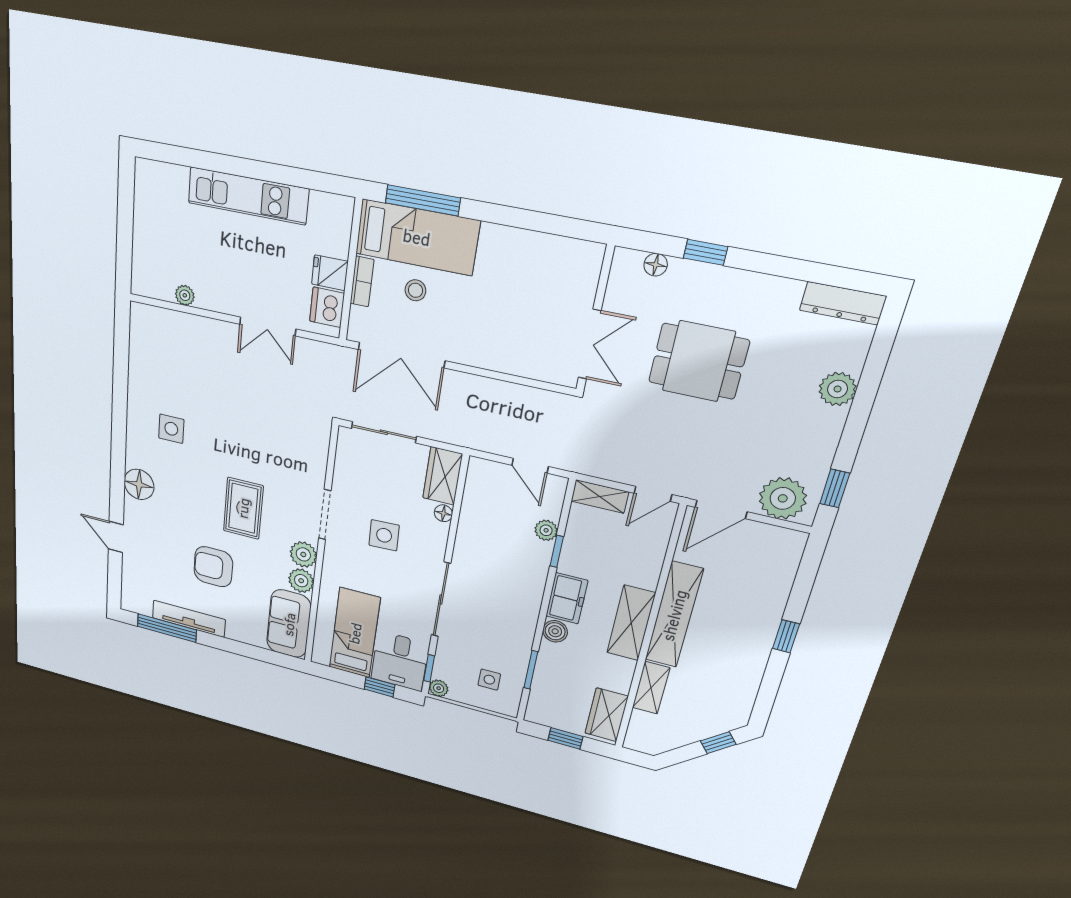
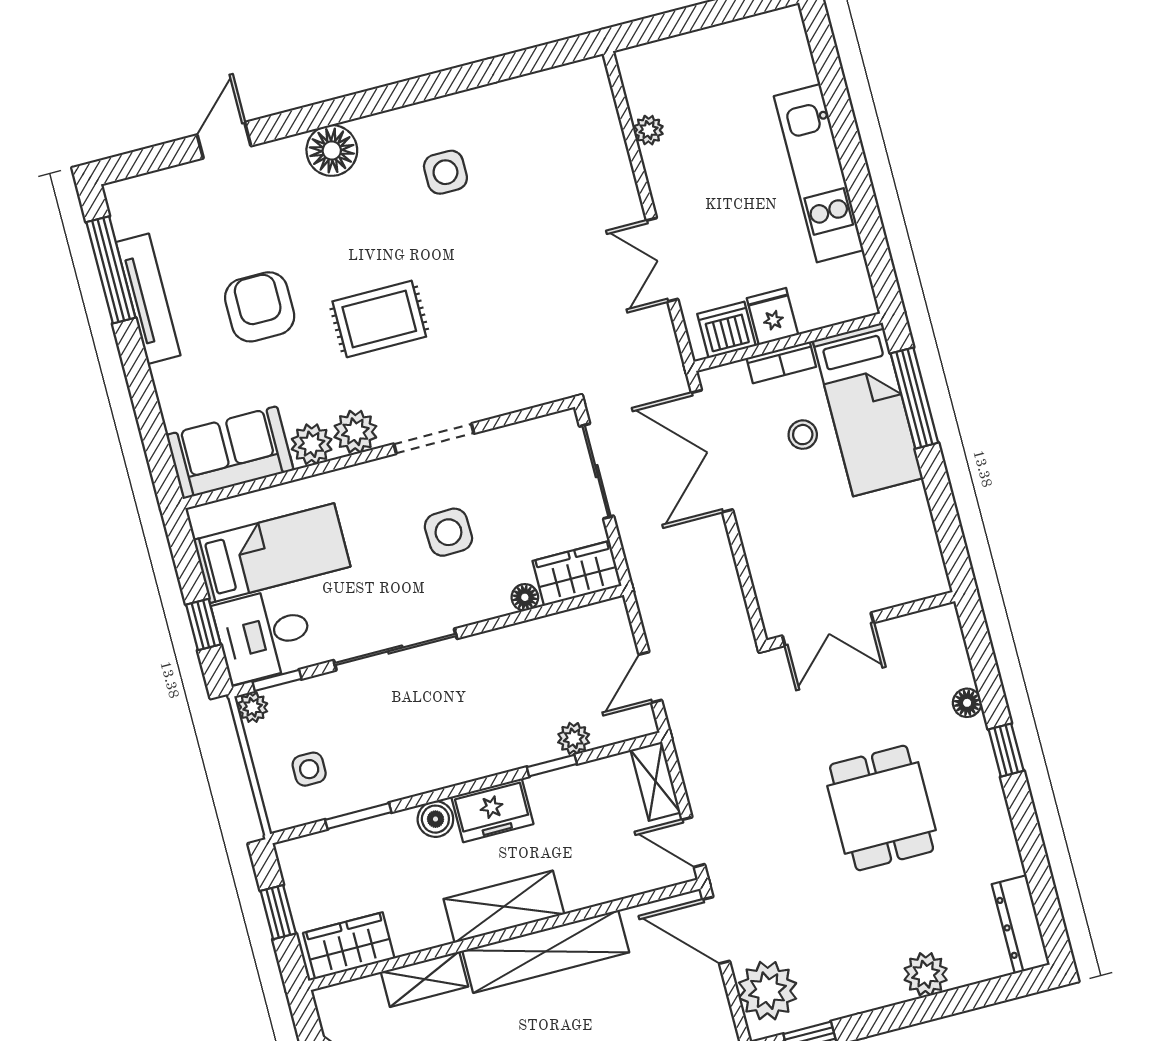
wall: (595, 319) -> (861, 621), moved
double door: (590, 344) -> (828, 629), moved

